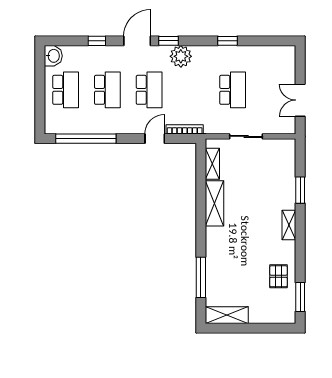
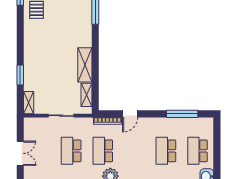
school desk: (149, 90) -> (103, 151), moved
double door: (300, 100) -> (20, 153), moved
window: (86, 139) -> (182, 114), width x0.68
shelving: (289, 225) -> (29, 103), moved

